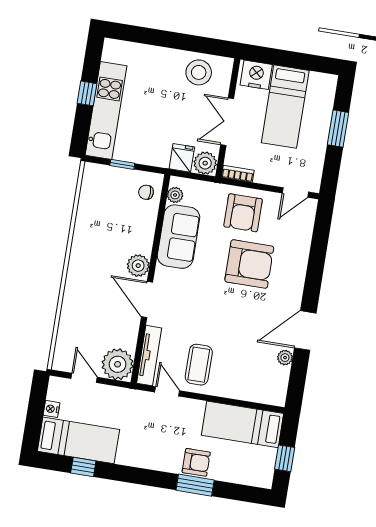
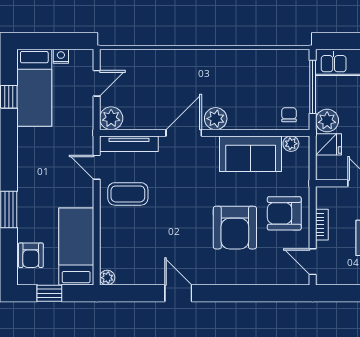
plant: (205, 163) -> (327, 121), moved
window: (122, 164) -> (313, 87), width x2.17
bookcase: (238, 174) -> (322, 225), moved
door: (305, 331) -> (178, 293), width x0.73
plant: (285, 358) -> (107, 278), moved
plant: (118, 364) -> (111, 118), width x0.73, depth x0.73
door: (167, 391) -> (97, 167), swing flipped
armchair: (196, 462) -> (31, 255), moved

